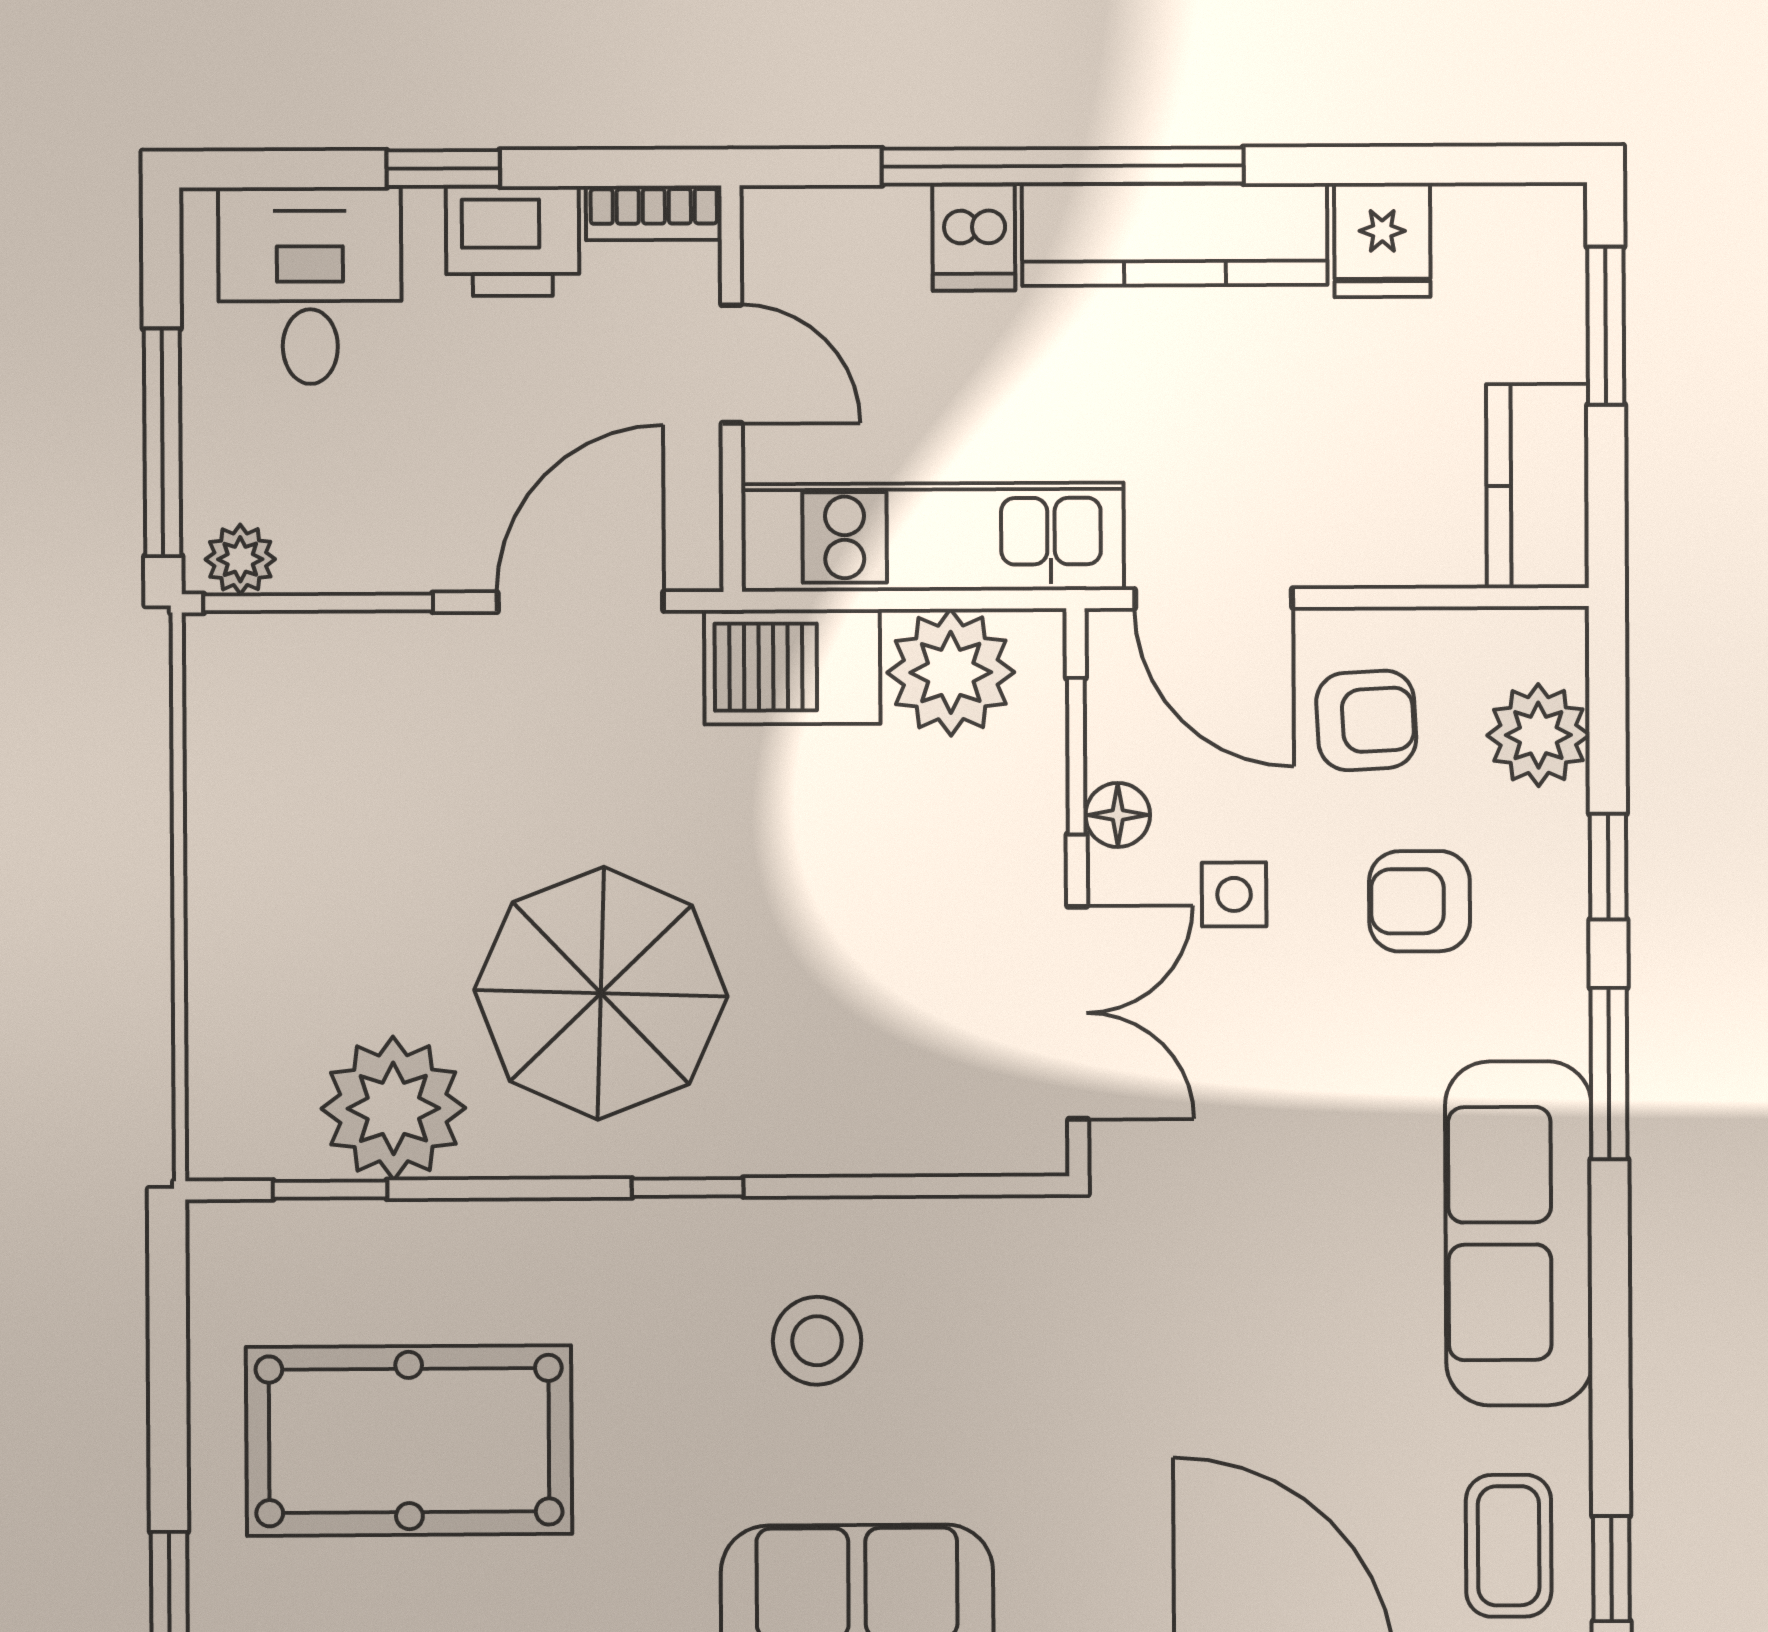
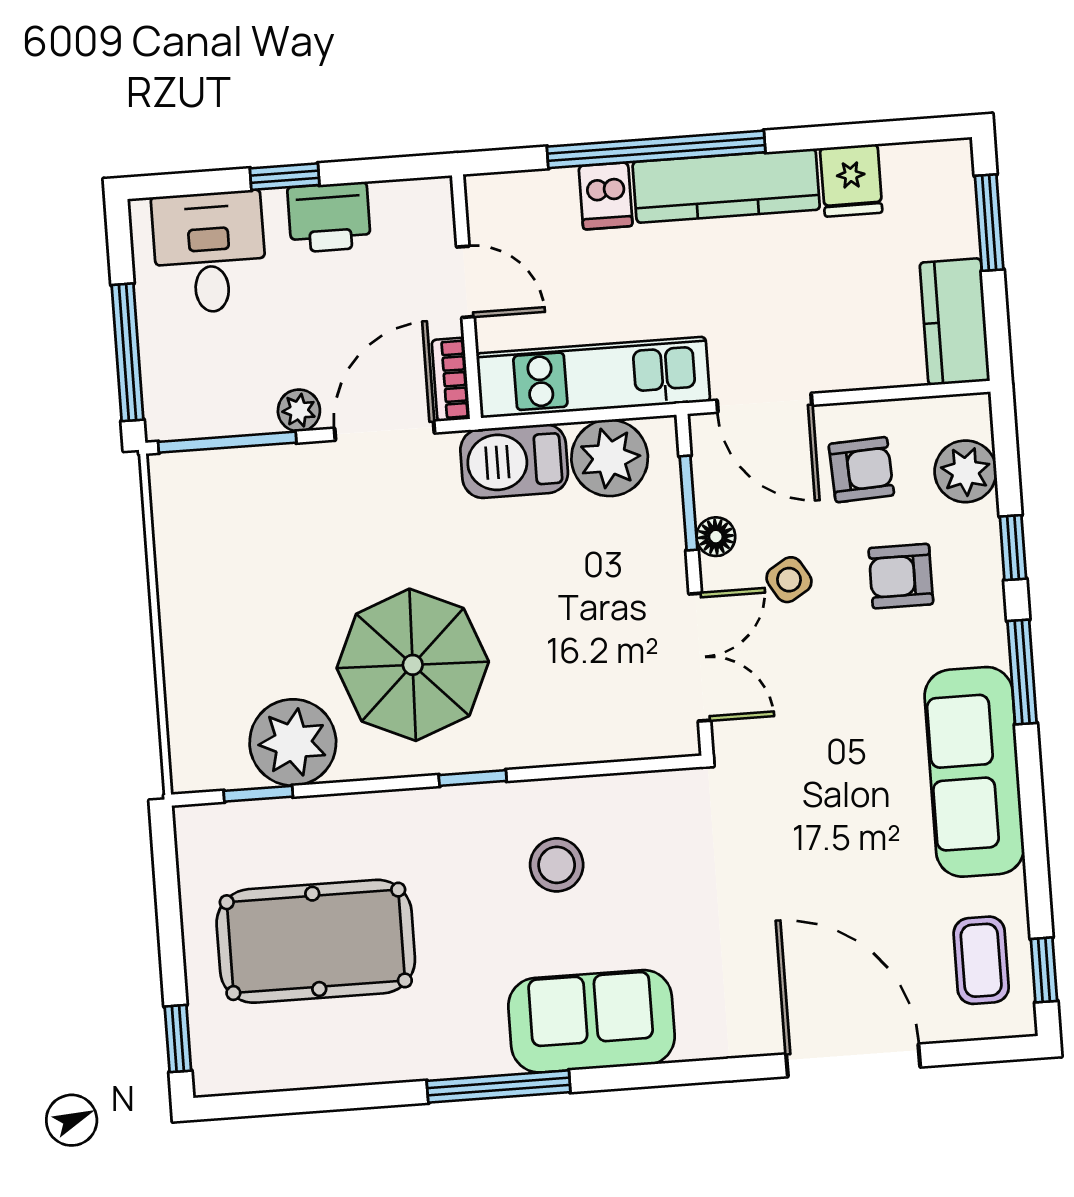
bookcase: (654, 213) -> (451, 379), moved, turned 90
plant: (240, 559) -> (299, 410), moved
side table: (1234, 894) -> (789, 580), turned -31

